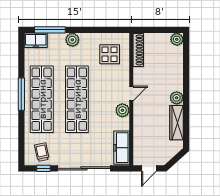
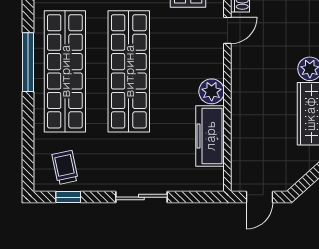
door: (131, 93) -> (227, 30), moved
freezer: (122, 148) -> (210, 136), moved
sliding door: (84, 168) -> (141, 197), width x0.54

